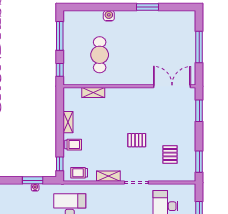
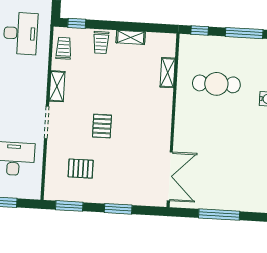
window: (199, 111) -> (118, 209), moved

